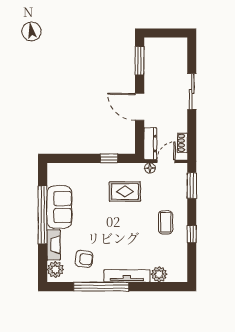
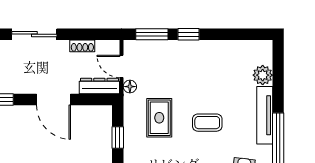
door: (140, 107) -> (54, 99), hinge flipped
shoe rack: (182, 143) -> (82, 46), moved
coffee table: (166, 222) -> (207, 123), moved
window: (192, 234) -> (188, 34), moved

